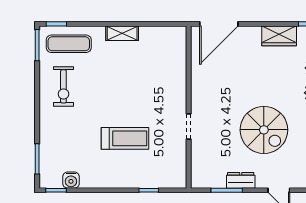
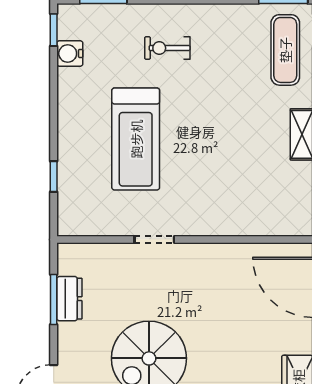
exercise bike: (63, 86) -> (167, 48), moved, width x0.73, depth x0.72
treadmill: (125, 138) -> (136, 139), width x1.37, depth x1.38
dresser: (241, 180) -> (69, 299), moved

